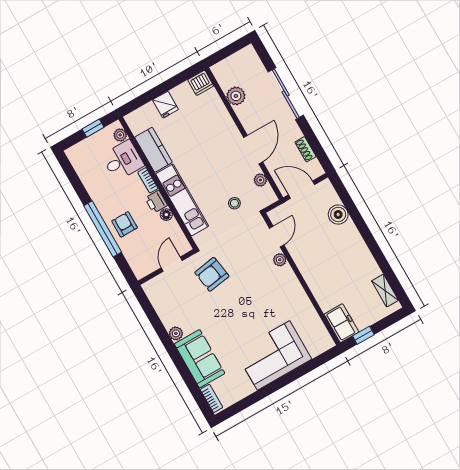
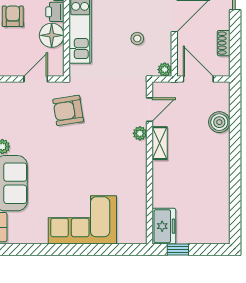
plant: (260, 180) -> (165, 70), moved
stool: (234, 203) -> (137, 38), moved
floor lamp: (166, 215) -> (52, 35), width x1.89, depth x1.89
shelving: (385, 291) -> (160, 143), moved

